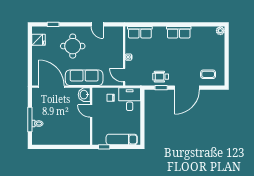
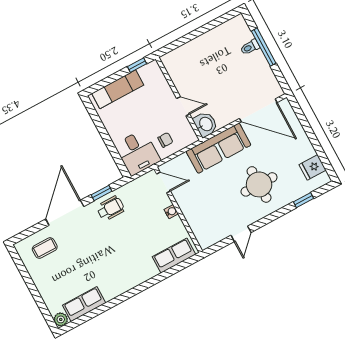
door: (97, 24) -> (241, 234), swing flipped
row of seats: (179, 32) -> (84, 304), moved

